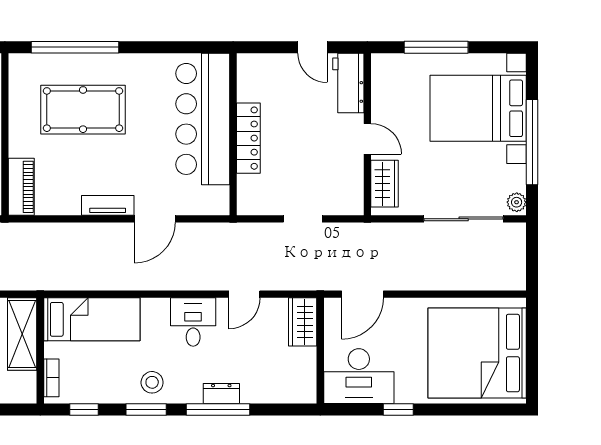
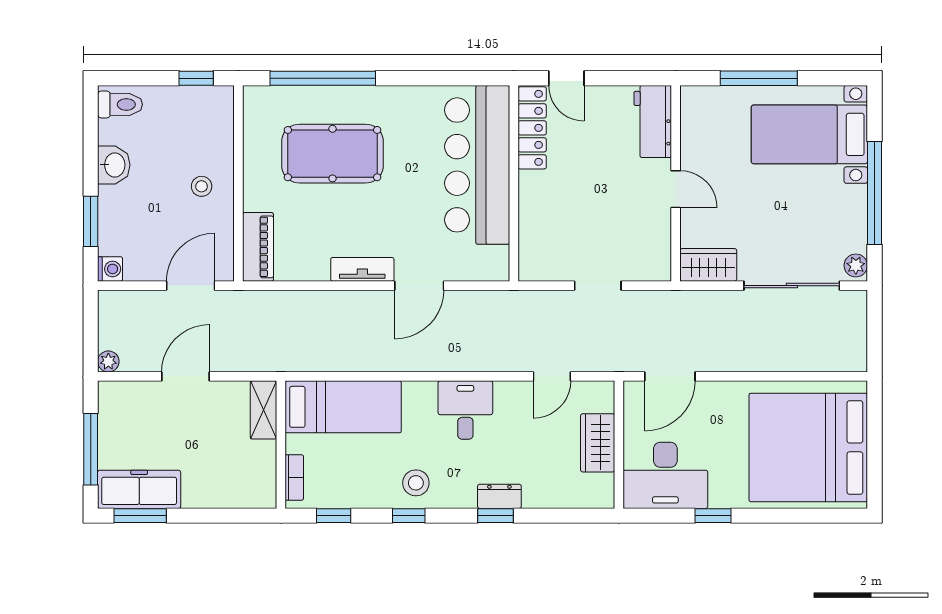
door: (312, 47) -> (566, 78), moved
bed with nightstands: (478, 108) -> (809, 134), width x0.73
locker: (248, 138) -> (532, 128), moved
wardrobe: (384, 184) -> (708, 265), moved, turned -90
door: (244, 294) -> (552, 376), moved
wardrobe: (303, 322) -> (598, 443), moved
shelving: (22, 334) -> (263, 410), width x0.67, depth x0.75
window: (146, 409) -> (409, 516), width x0.67
window: (218, 409) -> (495, 516), width x0.46

